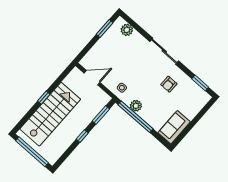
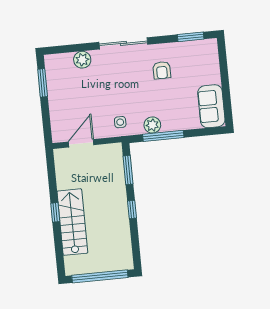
plant: (127, 30) -> (82, 60), moved
stairs: (50, 114) -> (72, 222), width x0.73, depth x0.66
window: (136, 117) -> (163, 136), width x0.68

